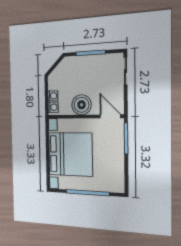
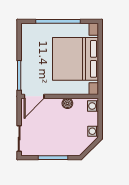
washing machine: (53, 96) -> (93, 131), moved
boiler: (82, 105) -> (67, 103), width x0.54, depth x0.54
door: (110, 116) -> (34, 96), hinge flipped

